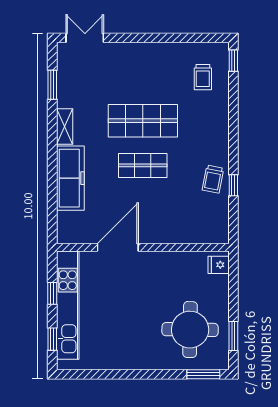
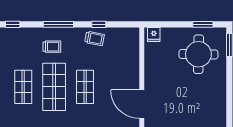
shop shelf: (143, 76) -> (23, 87), added
trolley: (203, 77) -> (52, 47), moved
window: (233, 127) -> (58, 24), added

